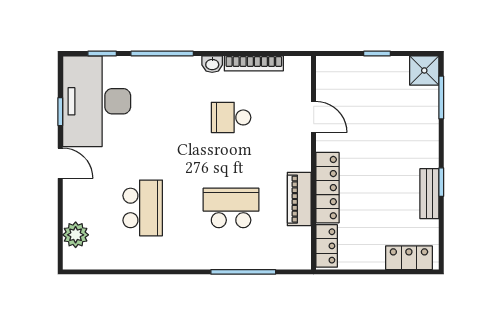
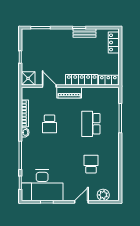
shower: (424, 70) -> (28, 78), moved
door: (314, 117) -> (49, 86), hinge flipped
door: (60, 163) -> (81, 202), moved
piano: (299, 199) -> (69, 93), moved
school desk: (143, 208) -> (91, 164), width x0.54

